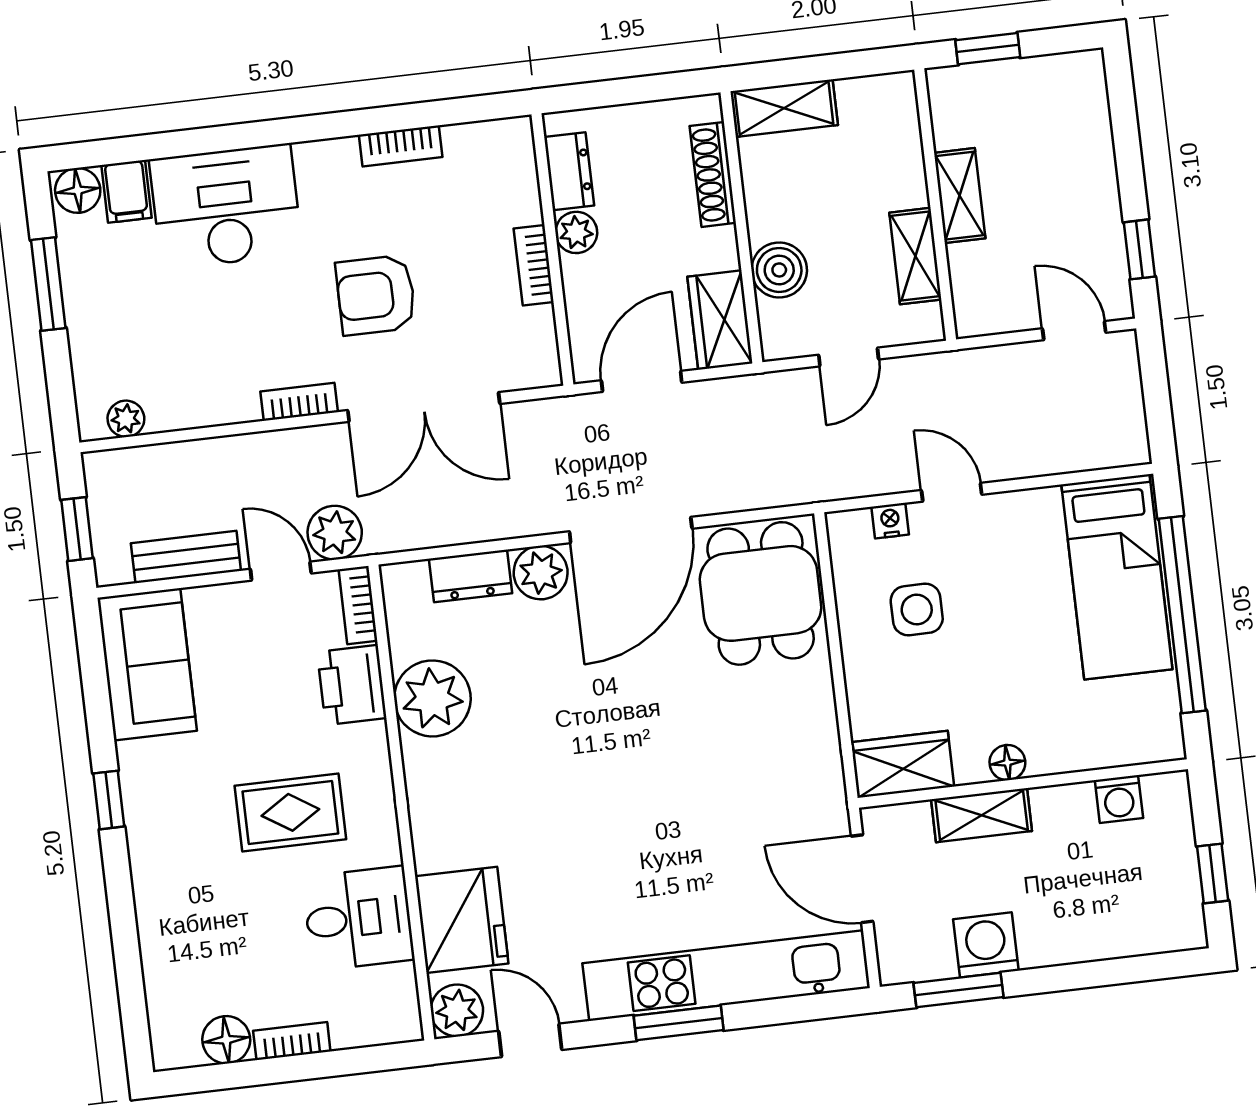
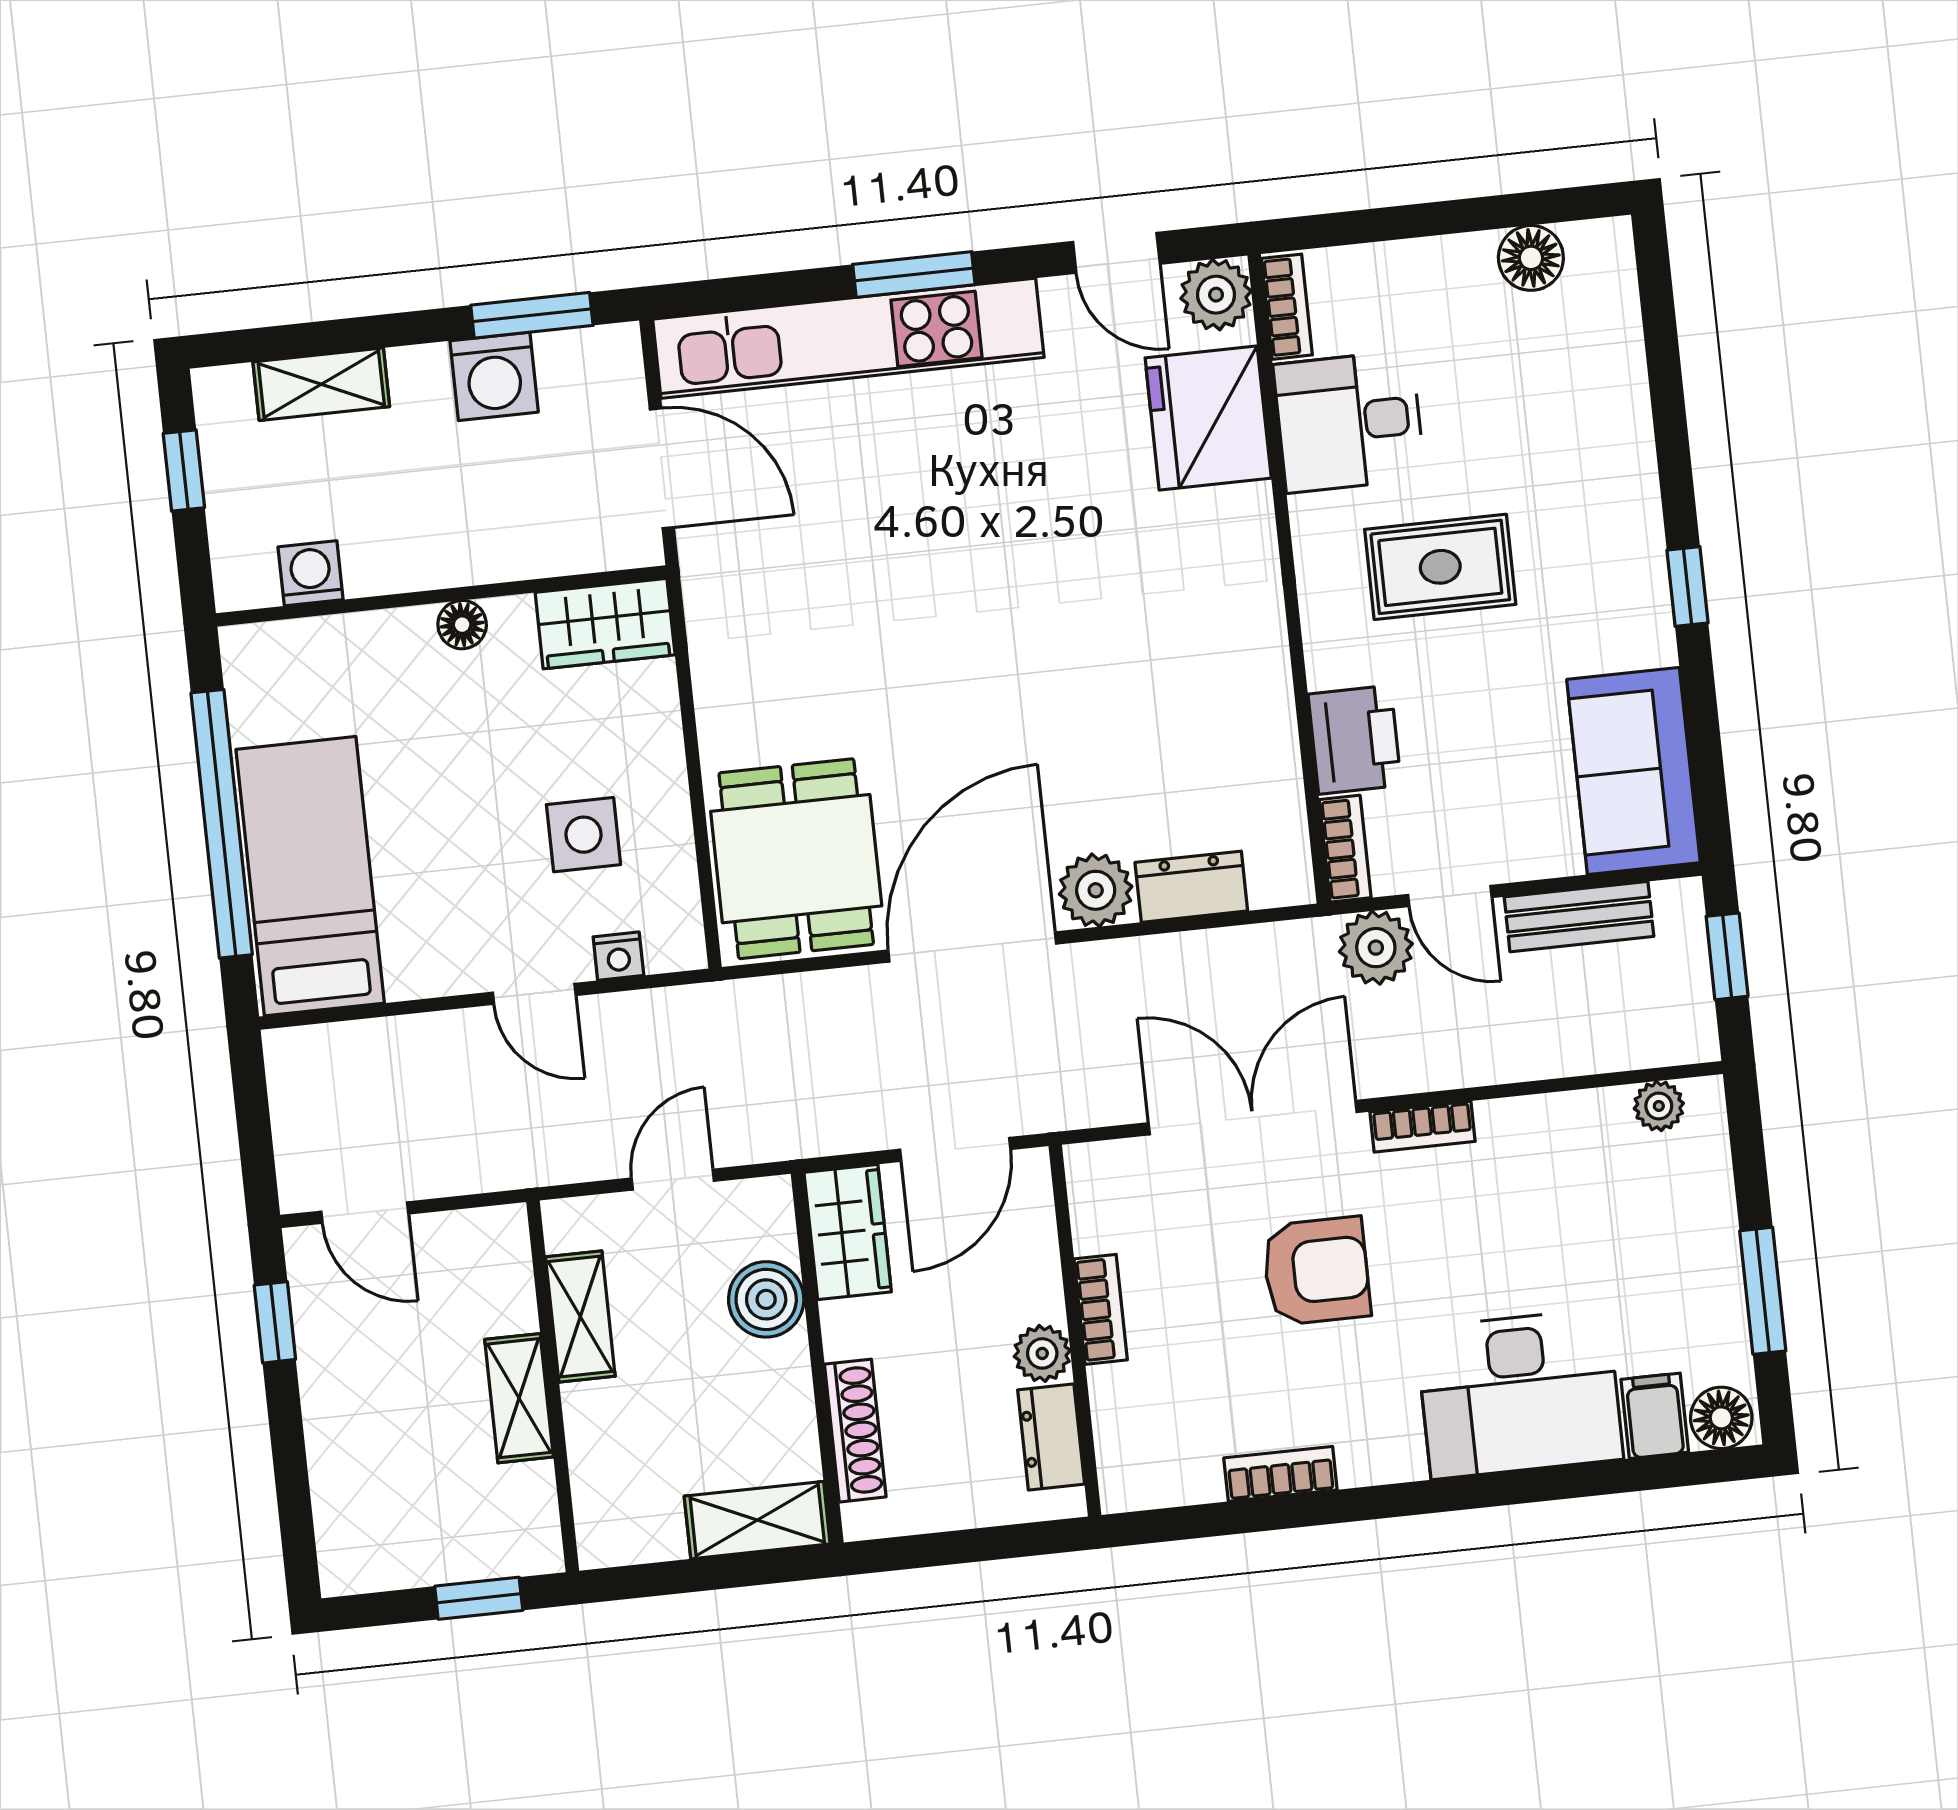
plant: (432, 698) -> (1245, 720), removed
shelving: (982, 815) -> (321, 384), moved
bookcase: (292, 1041) -> (1287, 307), moved, turned -90

